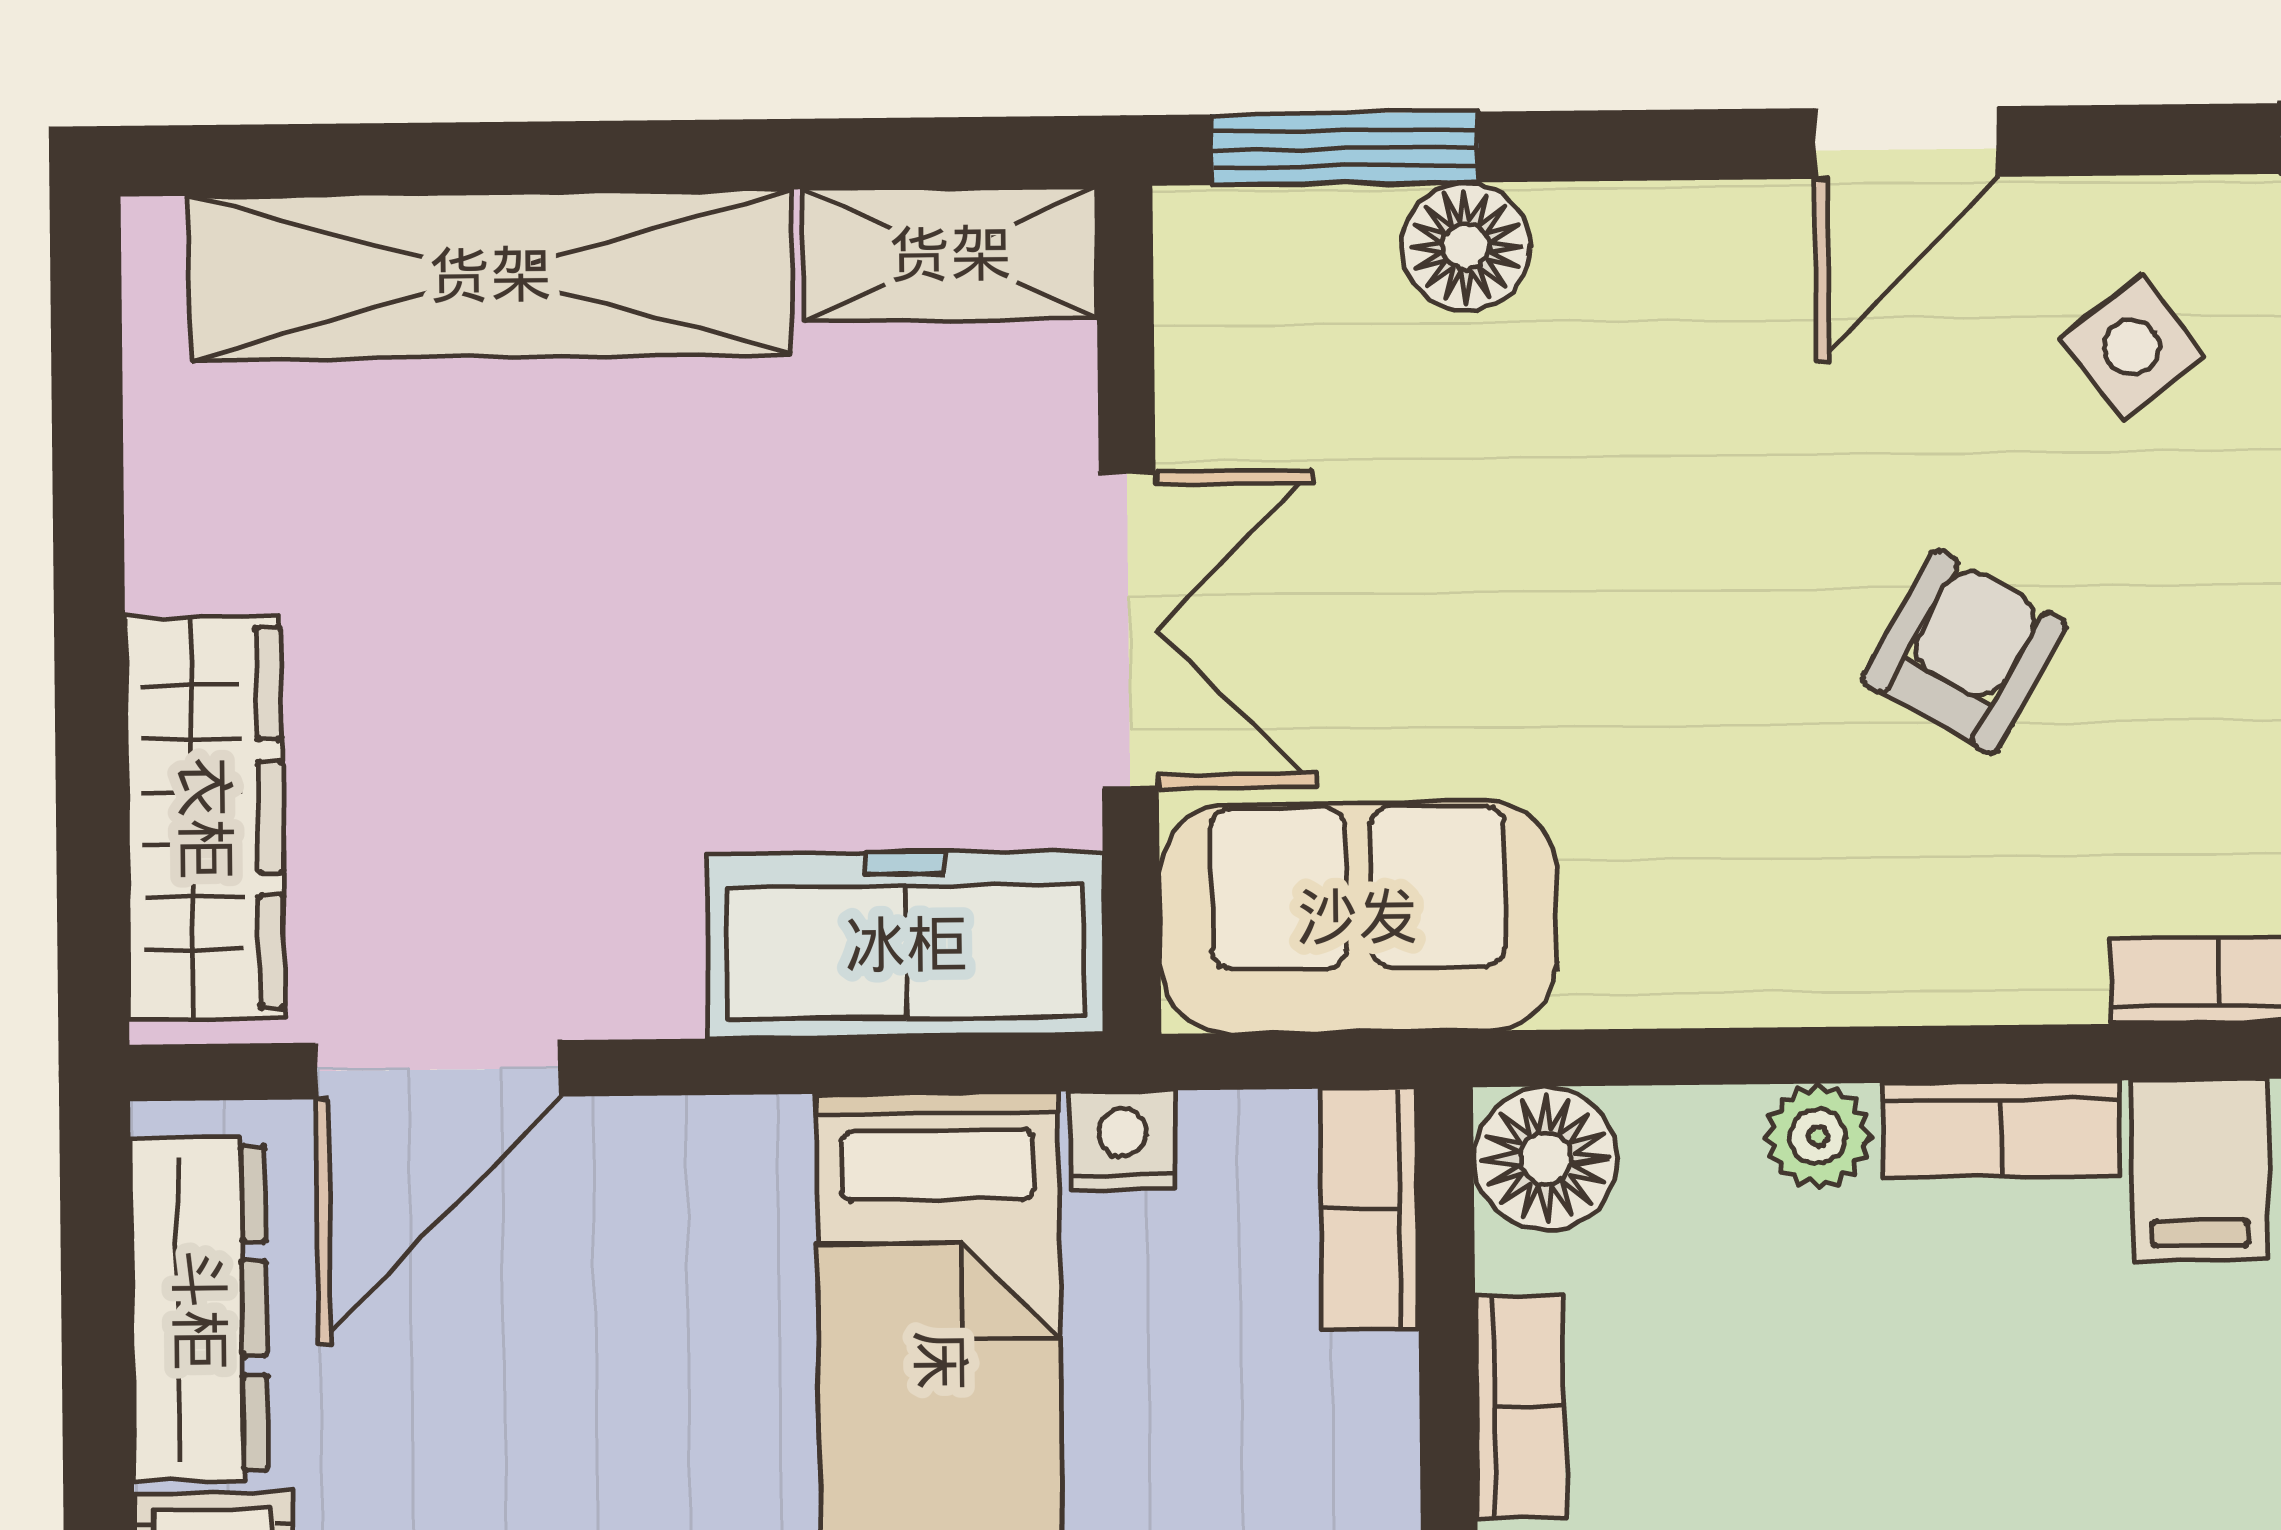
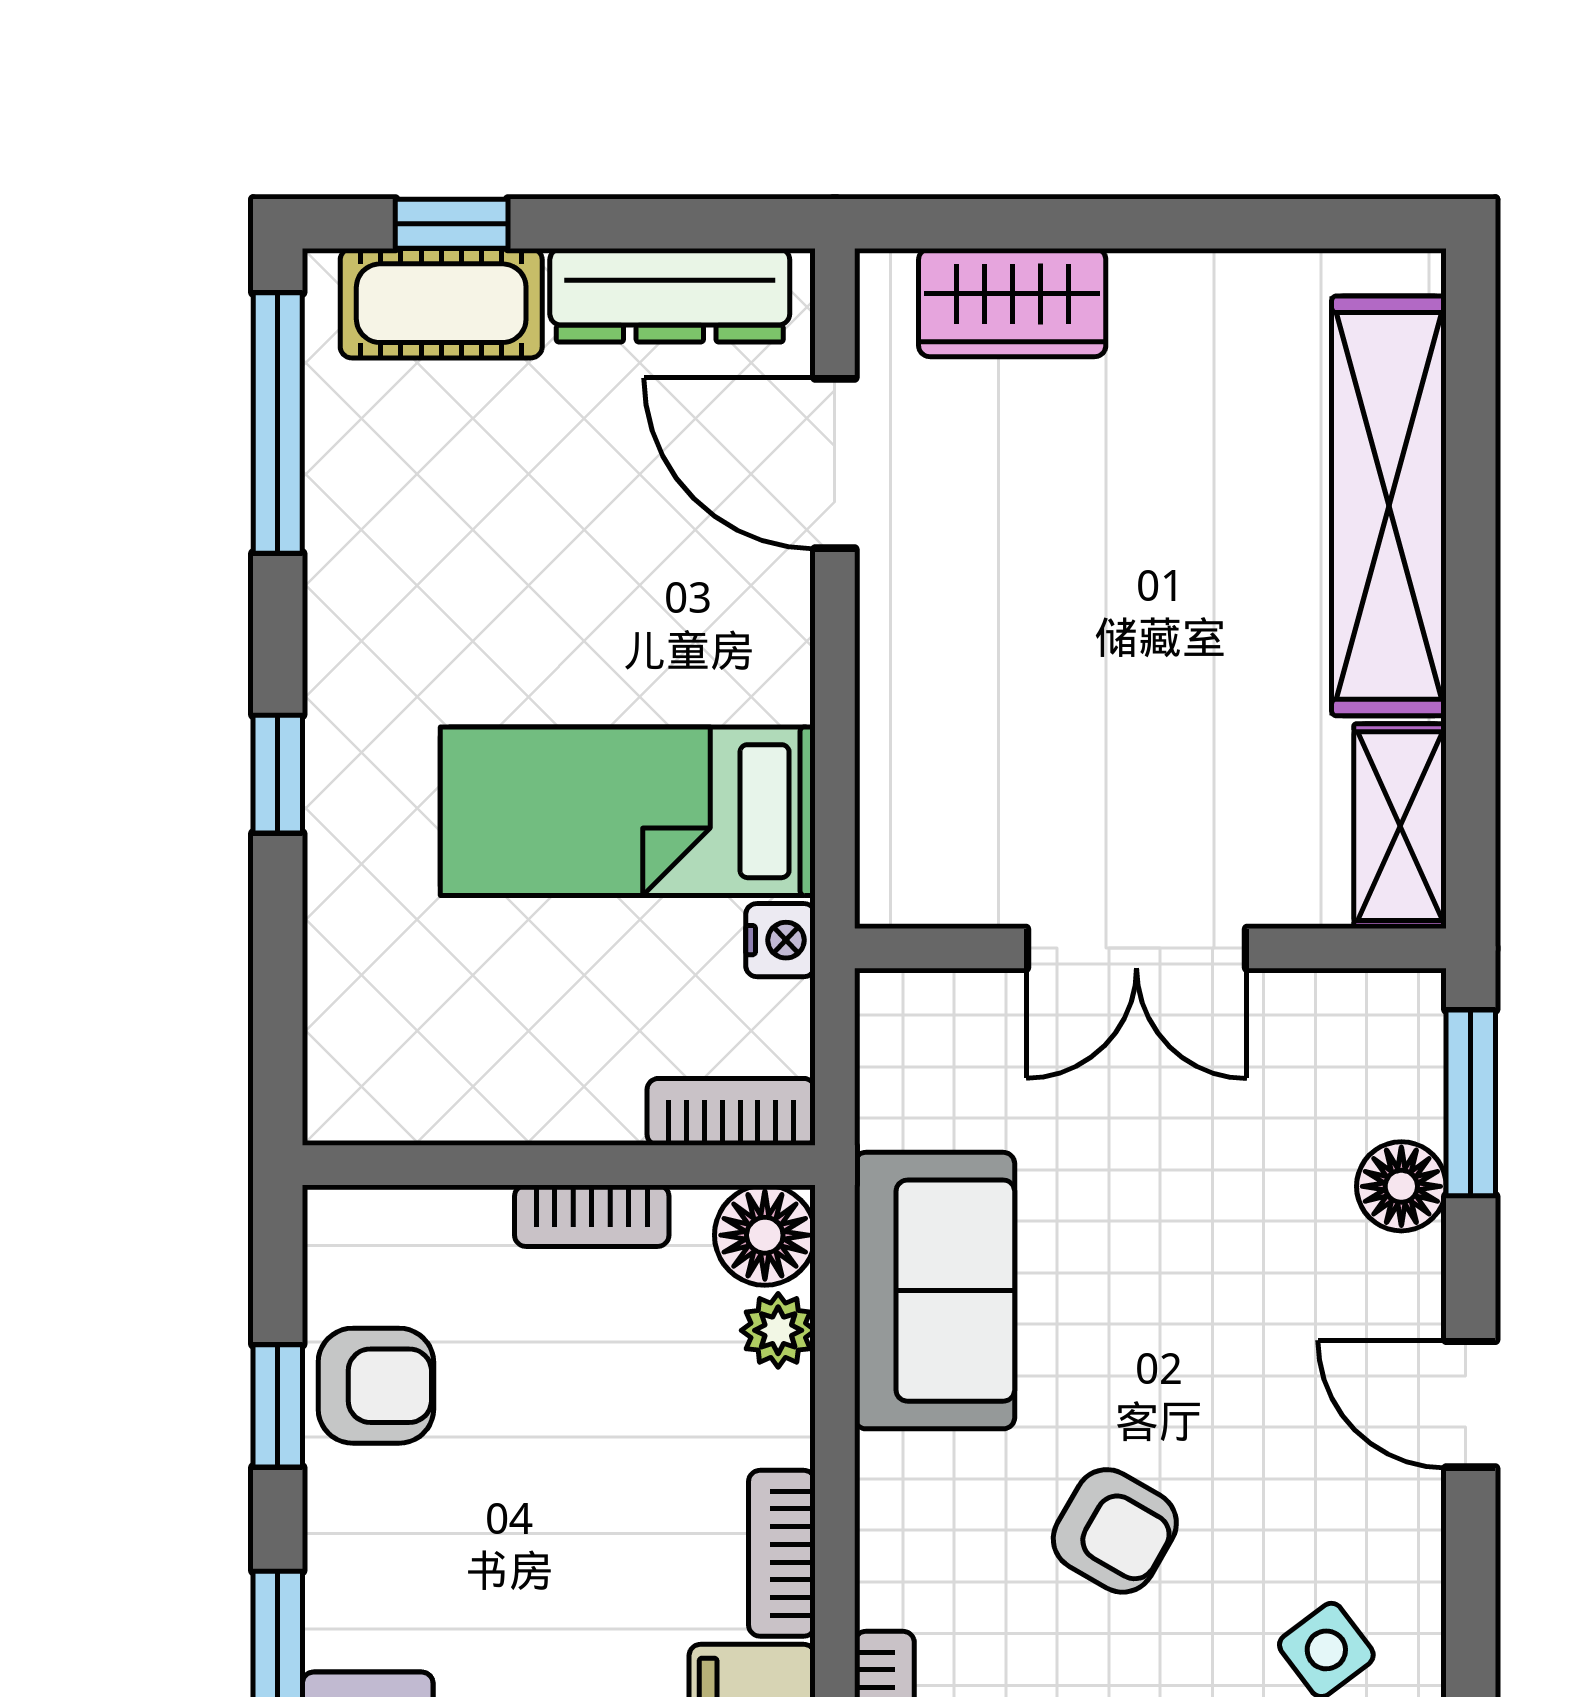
door: (1906, 142) -> (1471, 1404), moved
wardrobe: (205, 818) -> (1012, 303), width x0.67
sofa: (1358, 917) -> (935, 1291), moved
freezer: (906, 945) -> (919, 790), removed
plant: (1818, 1137) -> (778, 1330), moved

